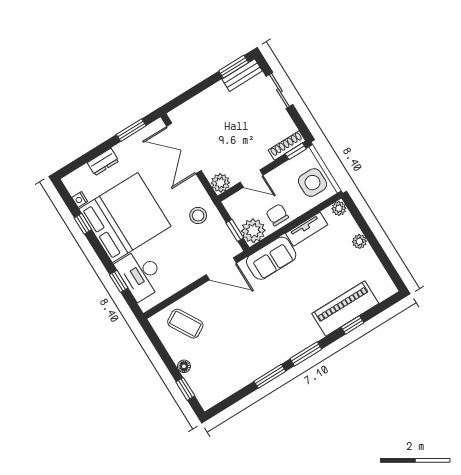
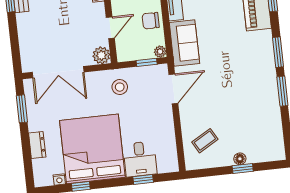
plant: (253, 231) -> (160, 52), width x0.53, depth x0.53
desk: (141, 274) -> (140, 159), width x0.73
coffee table: (185, 324) -> (205, 141), width x0.73, depth x0.77
window: (185, 389) -> (243, 168), moved

